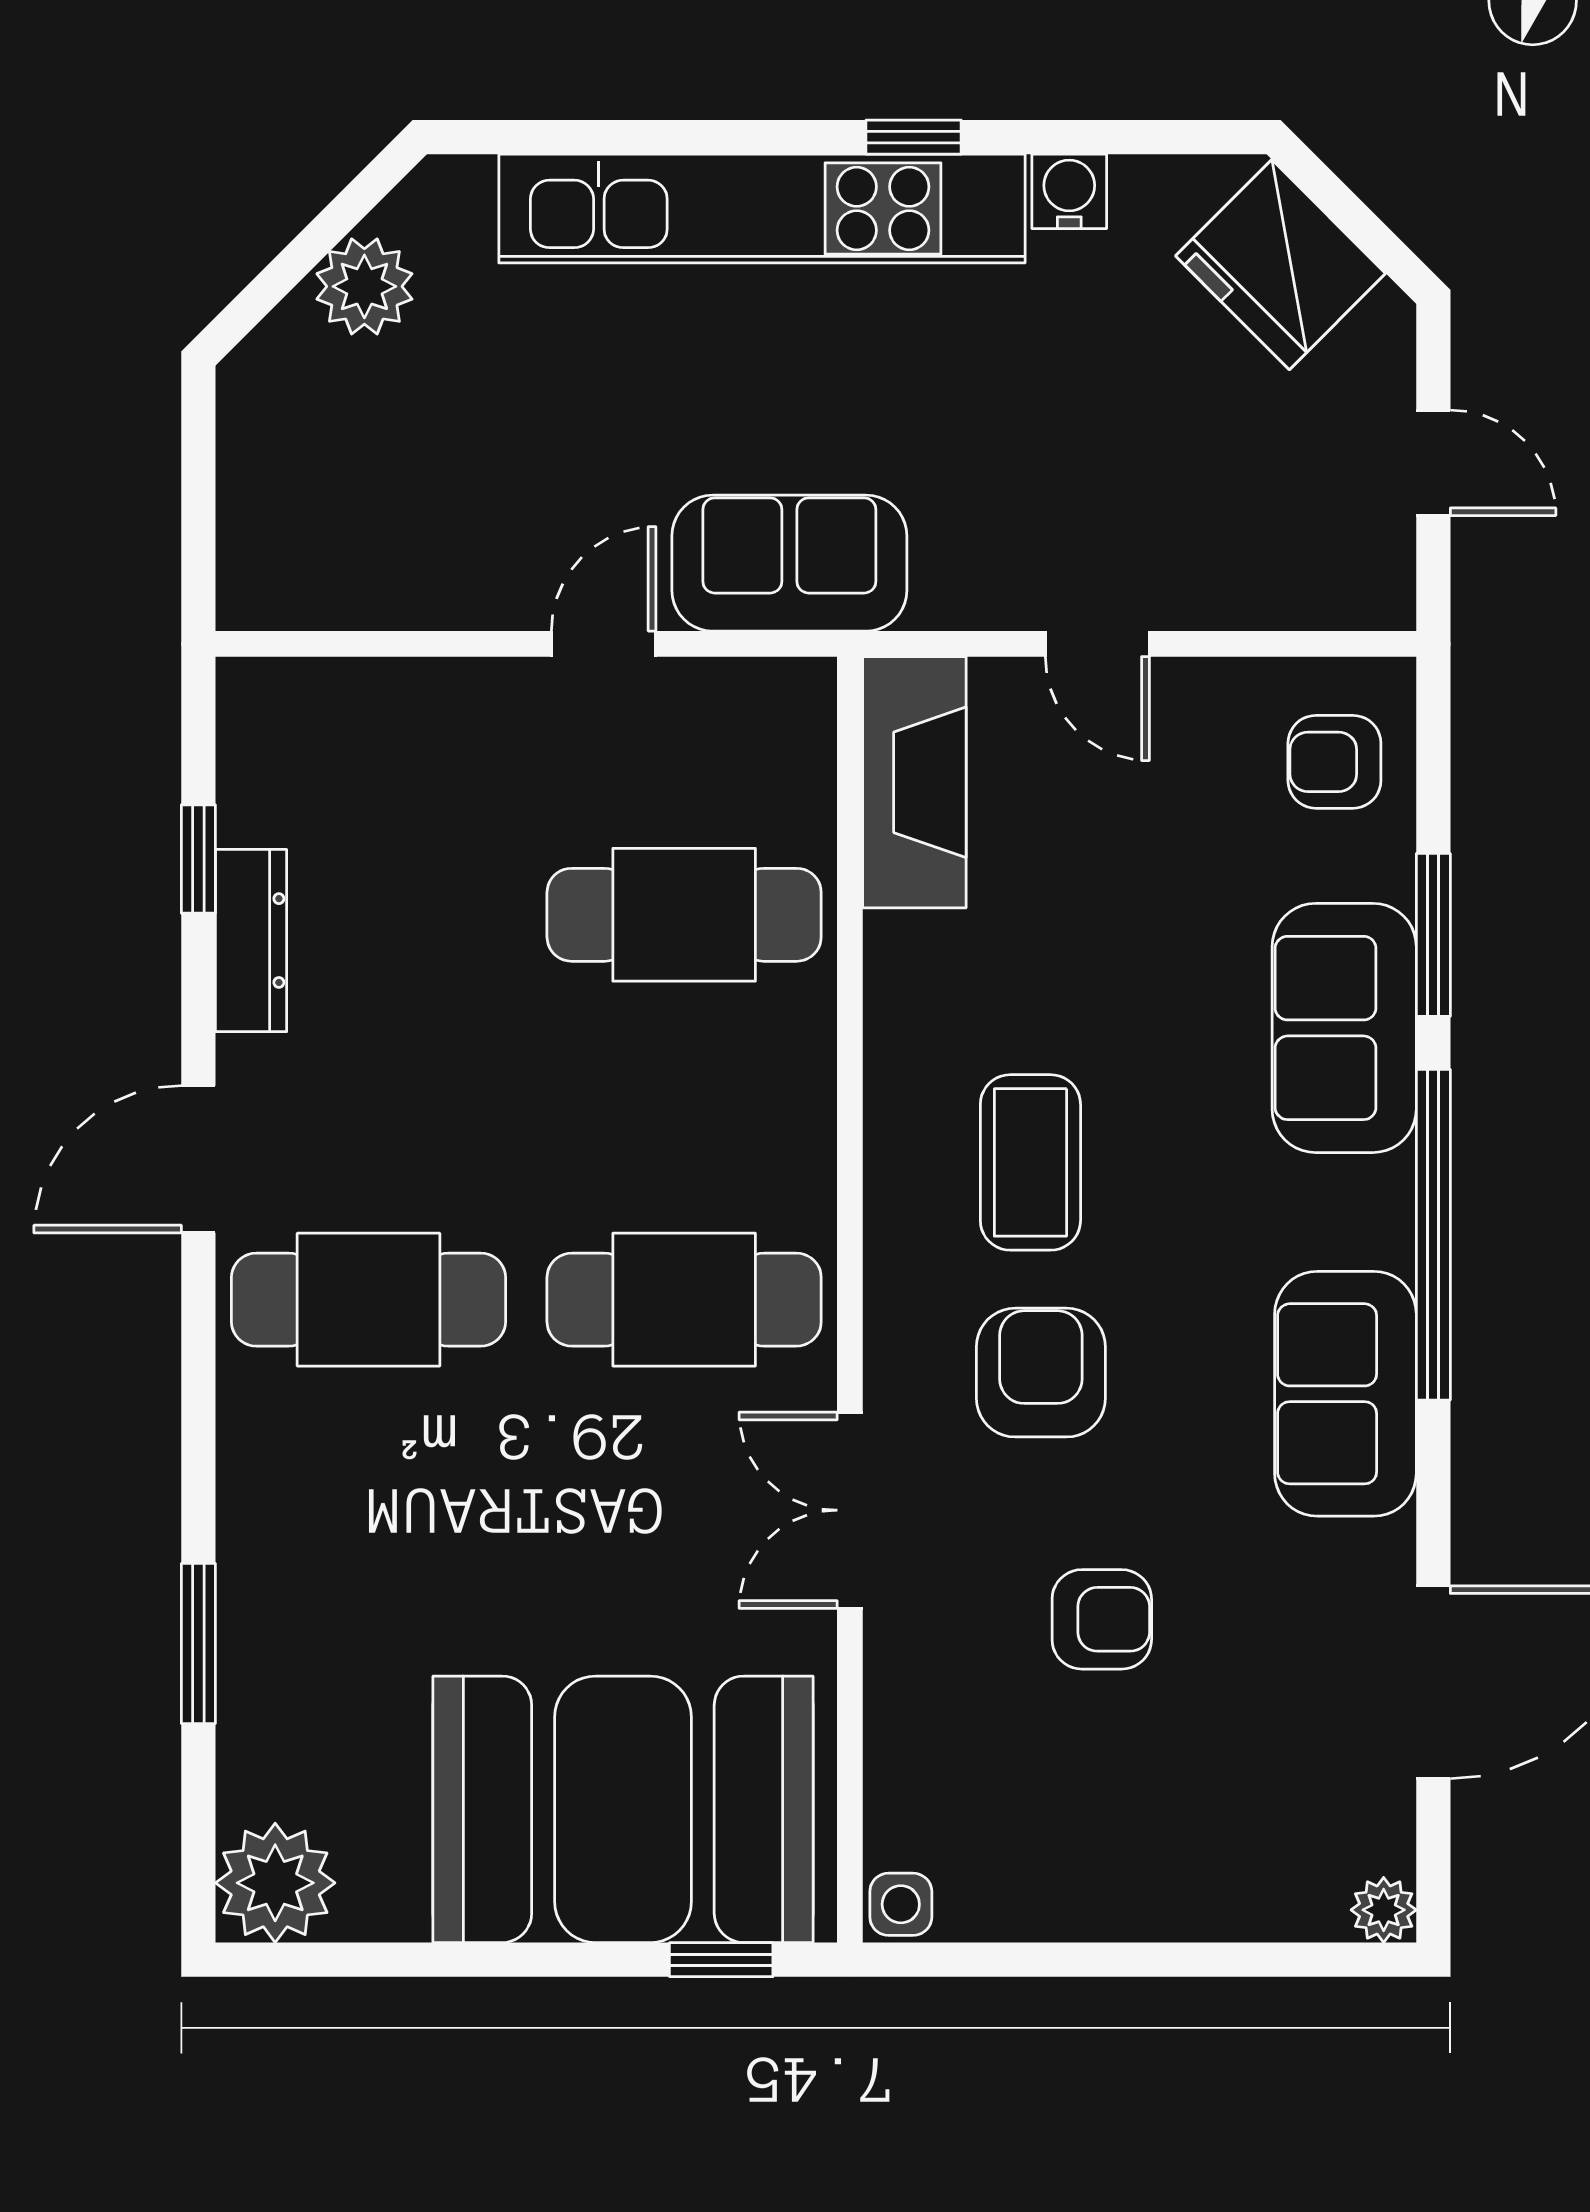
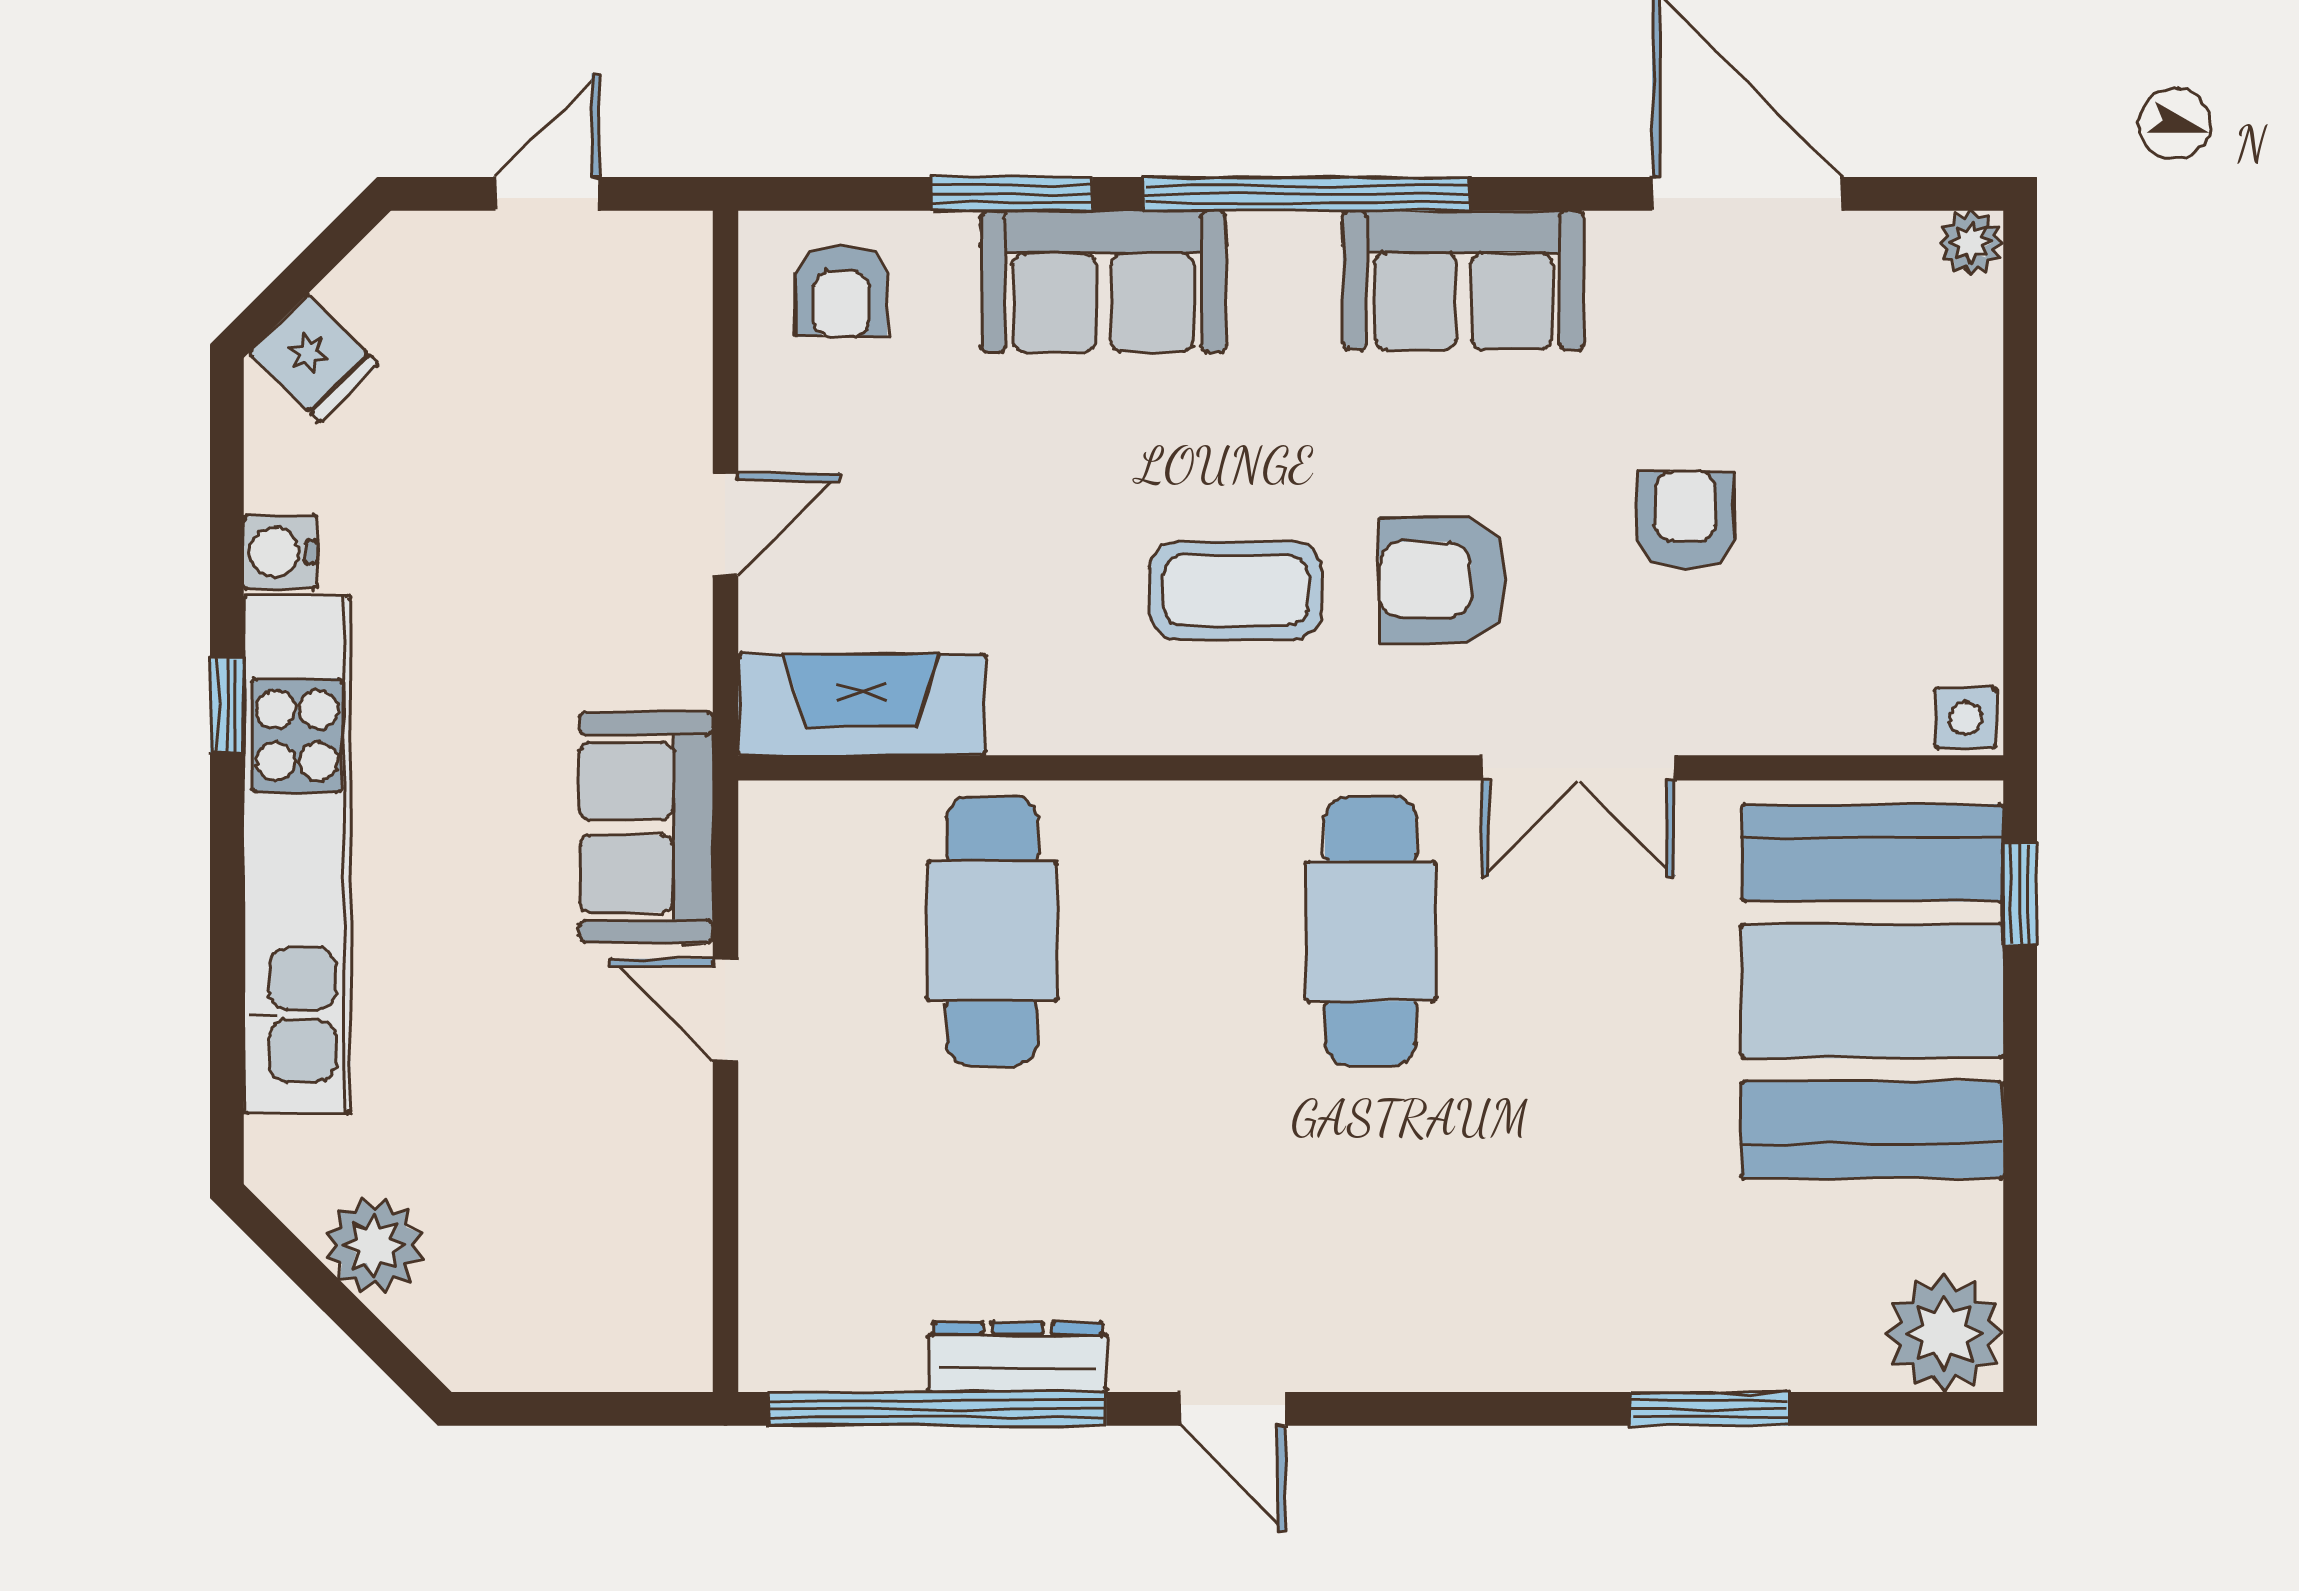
fridge: (1281, 265) -> (314, 358), width x0.53, depth x0.75
window: (198, 859) -> (937, 1409), width x3.17
door: (198, 1159) -> (1233, 1409), width x0.73
cafe table: (368, 1300) -> (1371, 1242), removed

